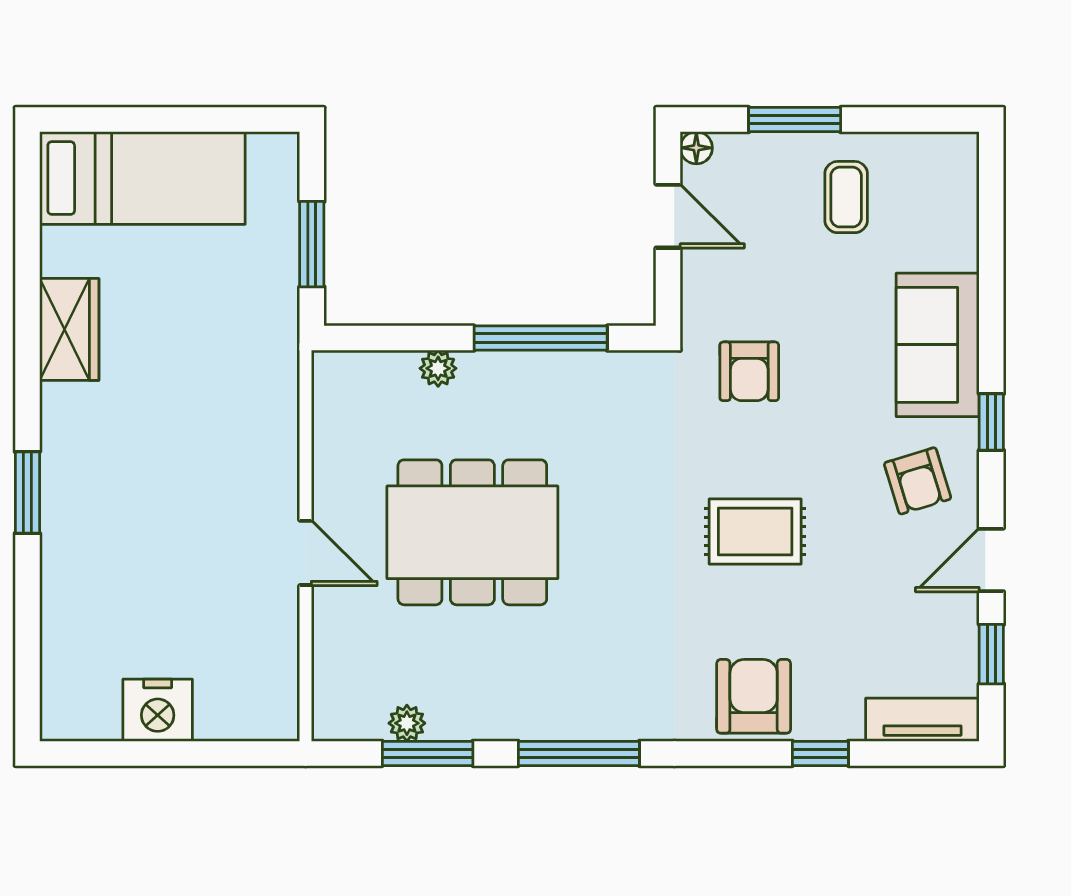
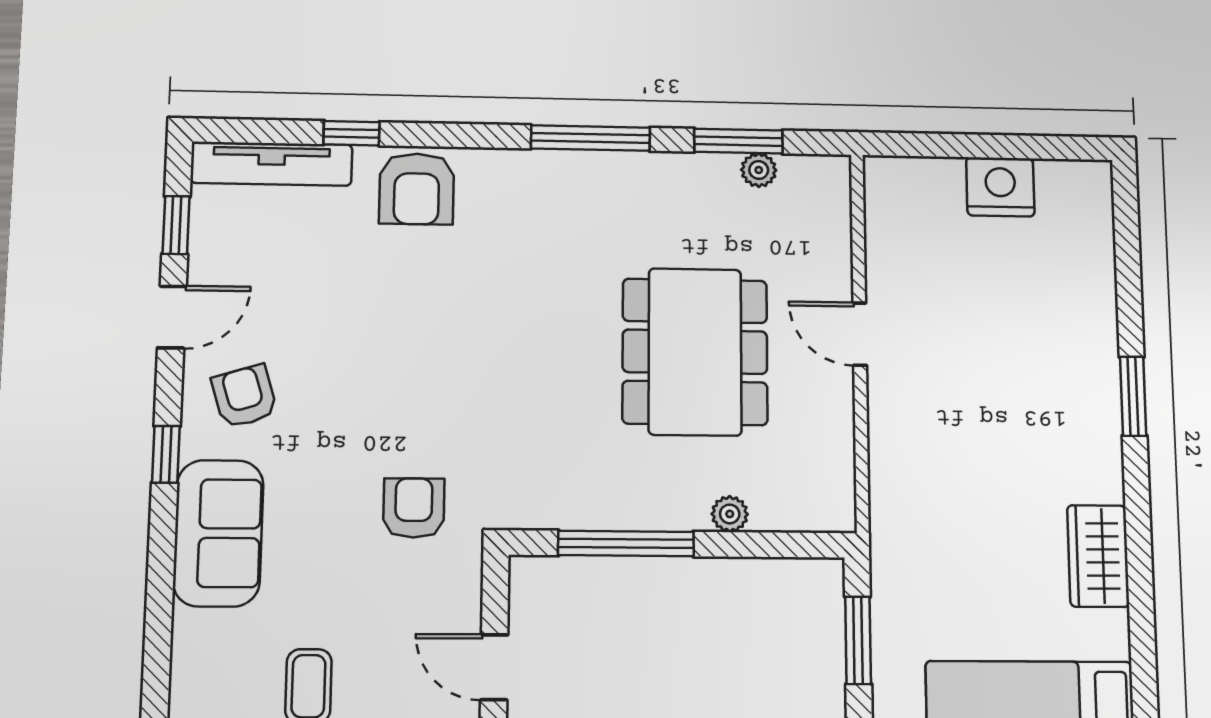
dining table: (472, 532) -> (695, 352), turned 90
rug: (755, 532) -> (411, 348), removed
tv unit: (922, 720) -> (272, 164), width x1.41

